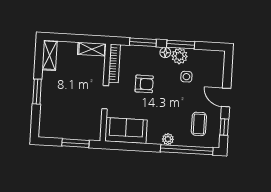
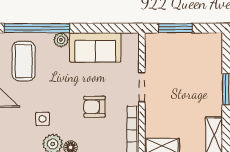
coffee table: (199, 124) -> (24, 61), width x1.36, depth x1.30
sofa: (126, 131) -> (95, 47), moved

